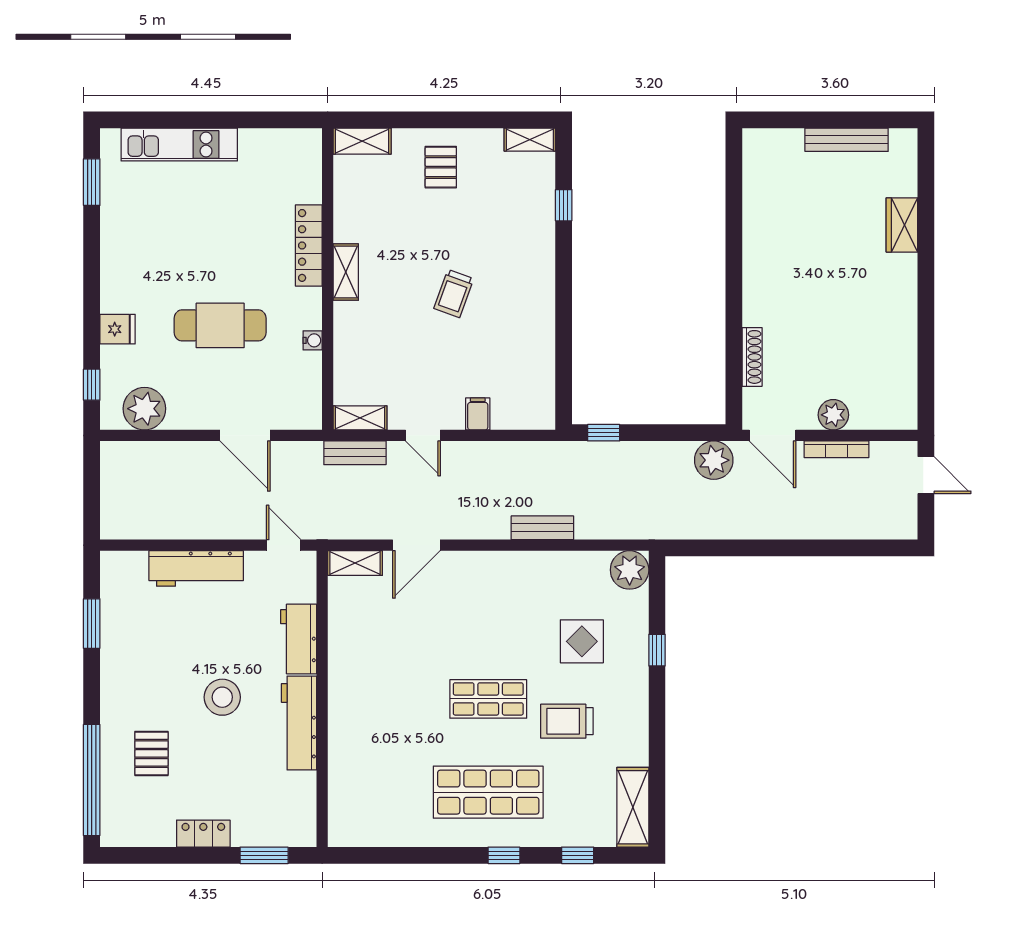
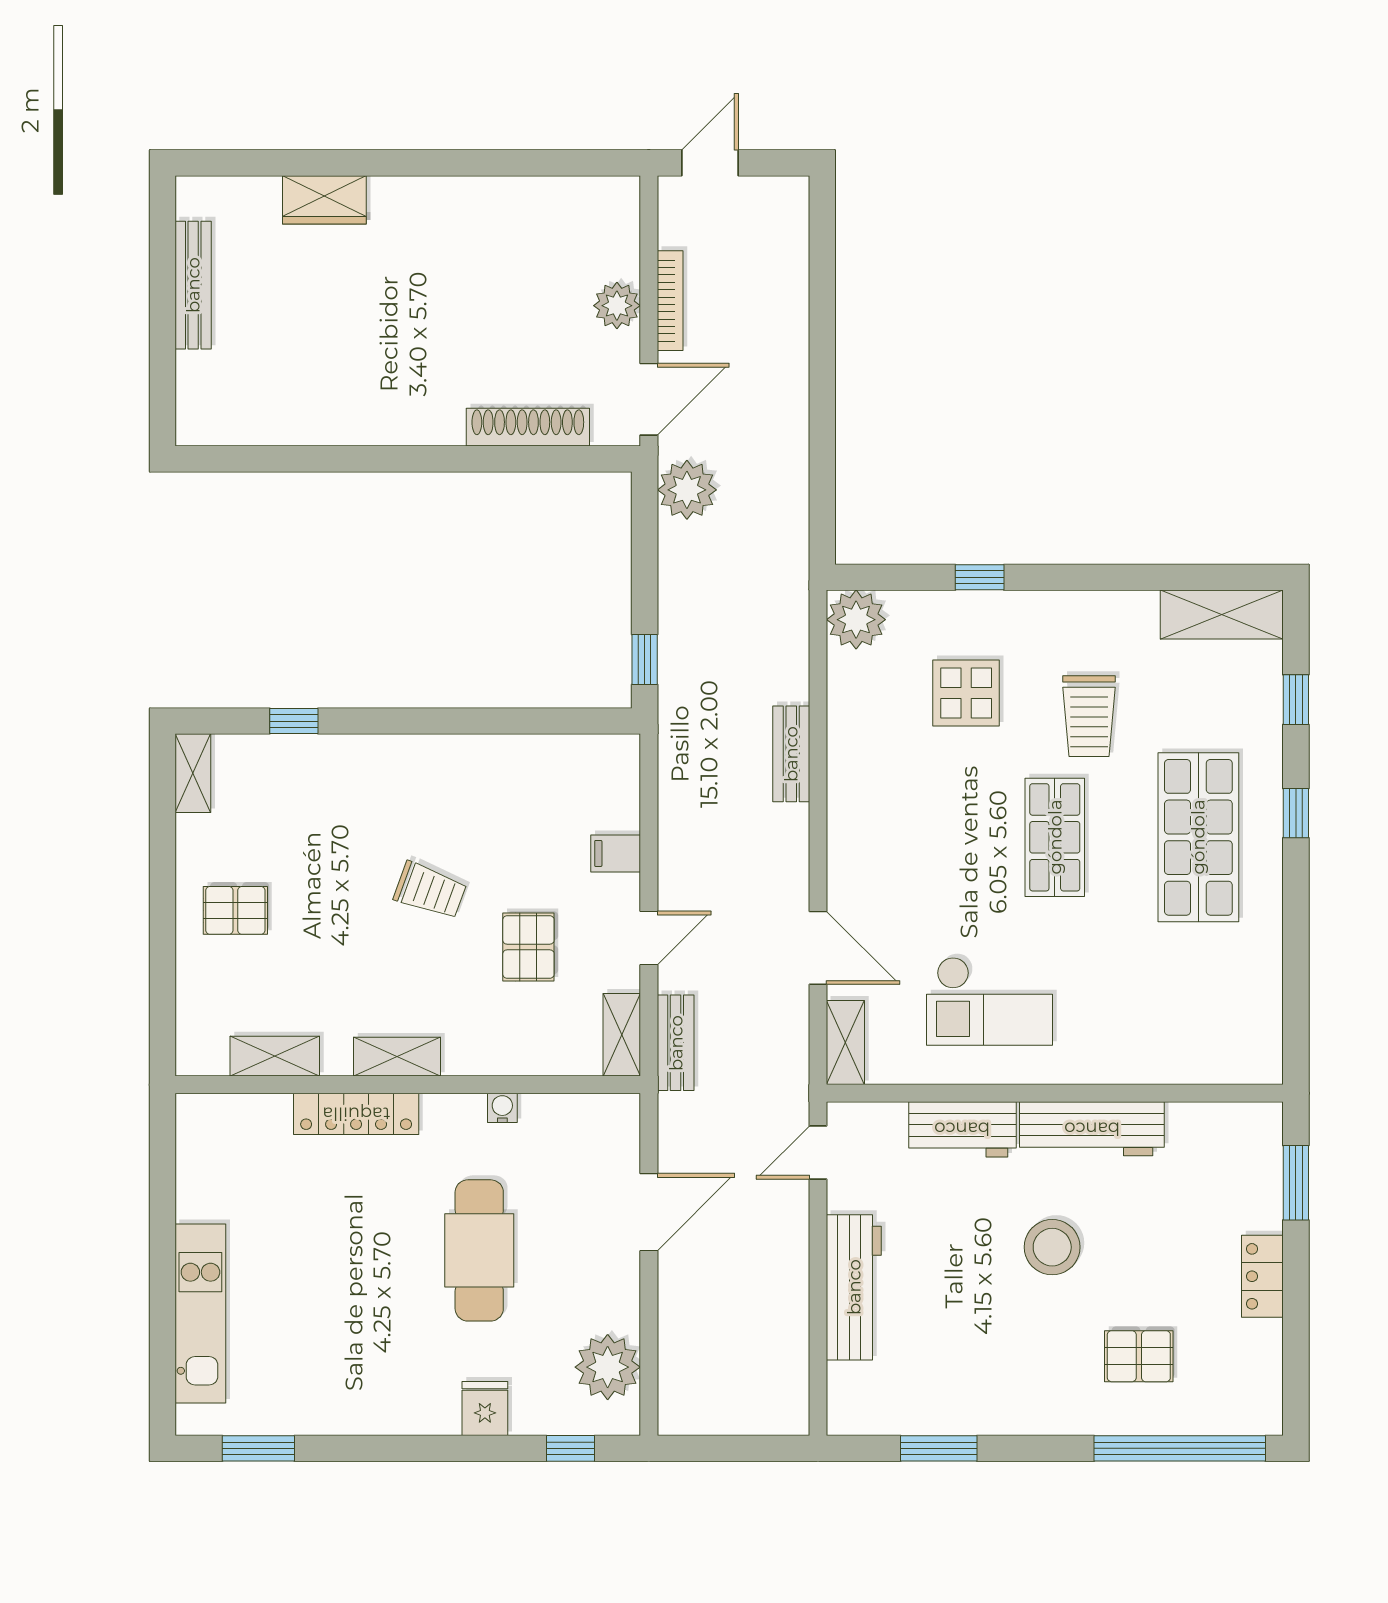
shelving: (362, 141) -> (275, 1056), moved, turned 90
pallet: (417, 357) -> (528, 947), added
shoe rack: (752, 357) -> (528, 427), width x1.36, depth x1.24
checkout: (382, 657) -> (989, 1001), added

